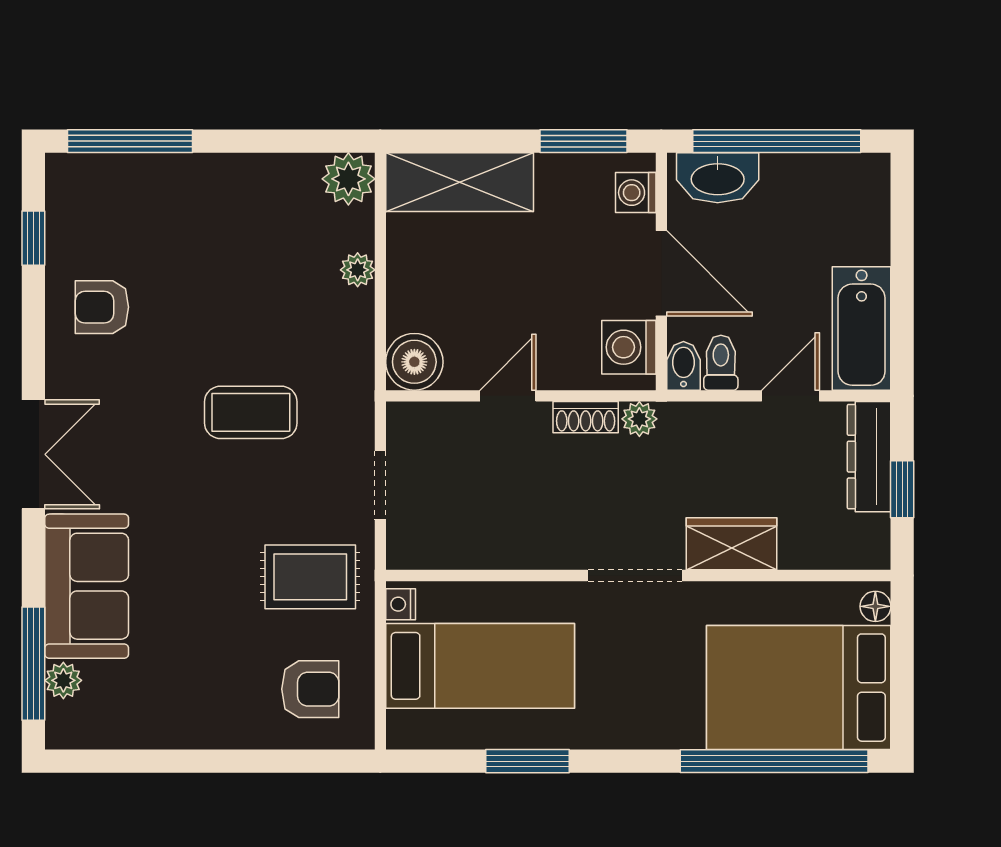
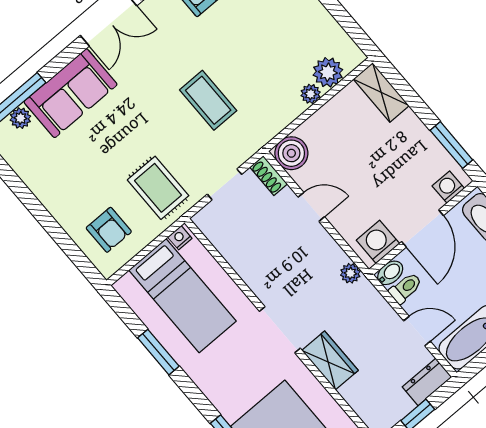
plant: (348, 179) -> (328, 72), moved
shelving: (460, 182) -> (381, 92), width x0.67, depth x0.75
shoe rack: (586, 417) -> (269, 176), moved
dresser: (869, 457) -> (427, 382), width x0.70

